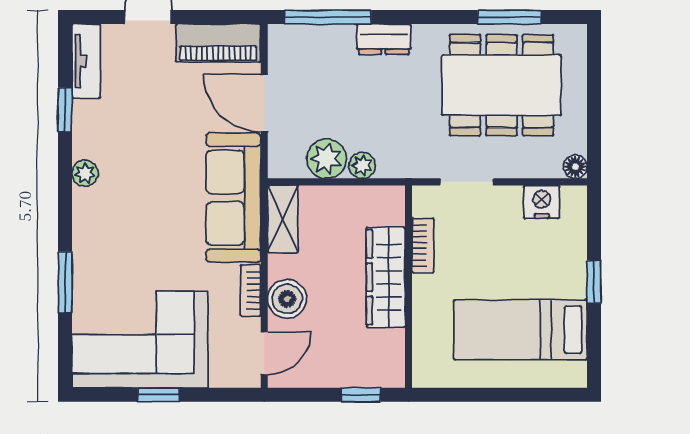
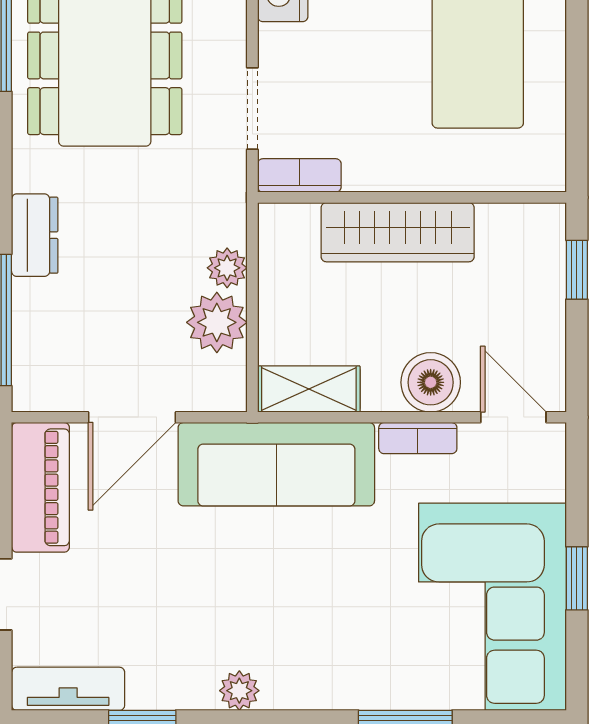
bookcase: (423, 246) -> (299, 175), moved

